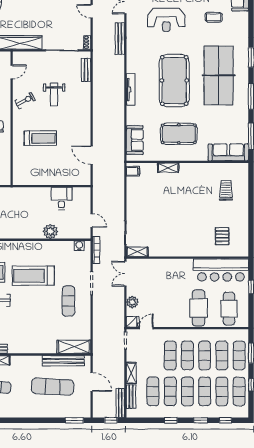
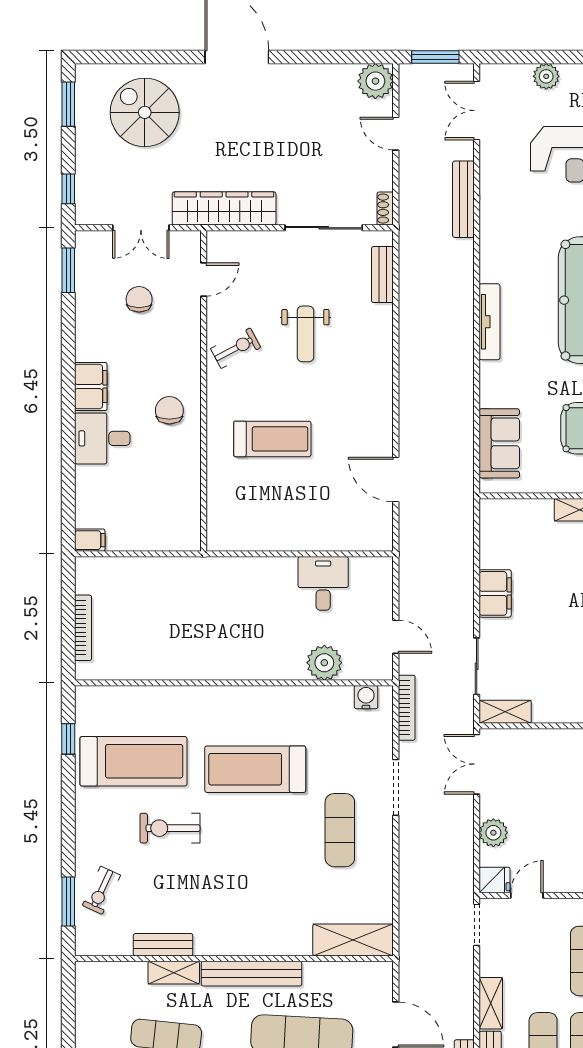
filing cabinet: (133, 171) -> (495, 593), moved, width x2.00
plant: (50, 231) -> (324, 663), moved
bench: (63, 361) -> (252, 974), moved

